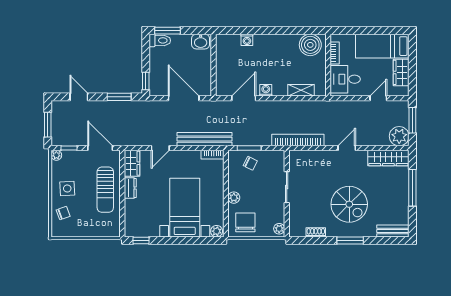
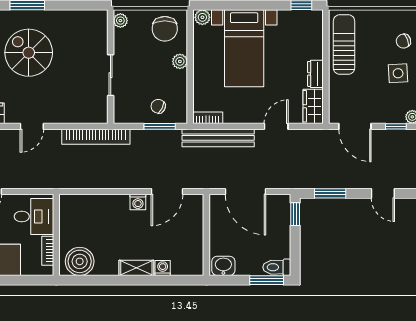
shelving: (301, 90) -> (136, 268), moved
sun lounger: (105, 190) -> (344, 45), moved
shoe rack: (316, 232) -> (72, 16), removed

